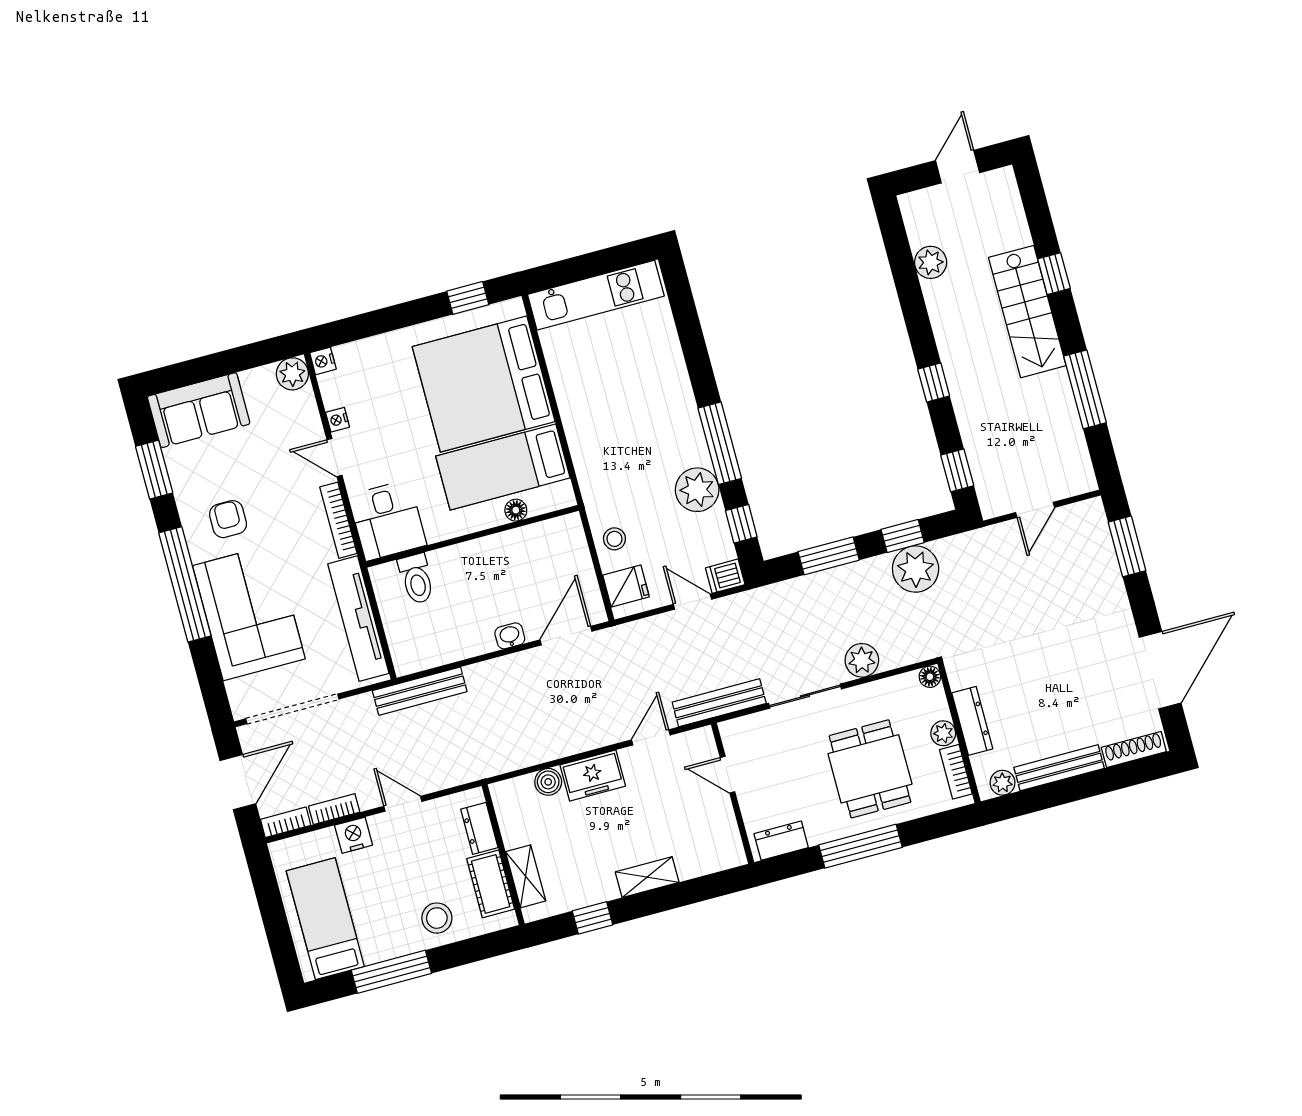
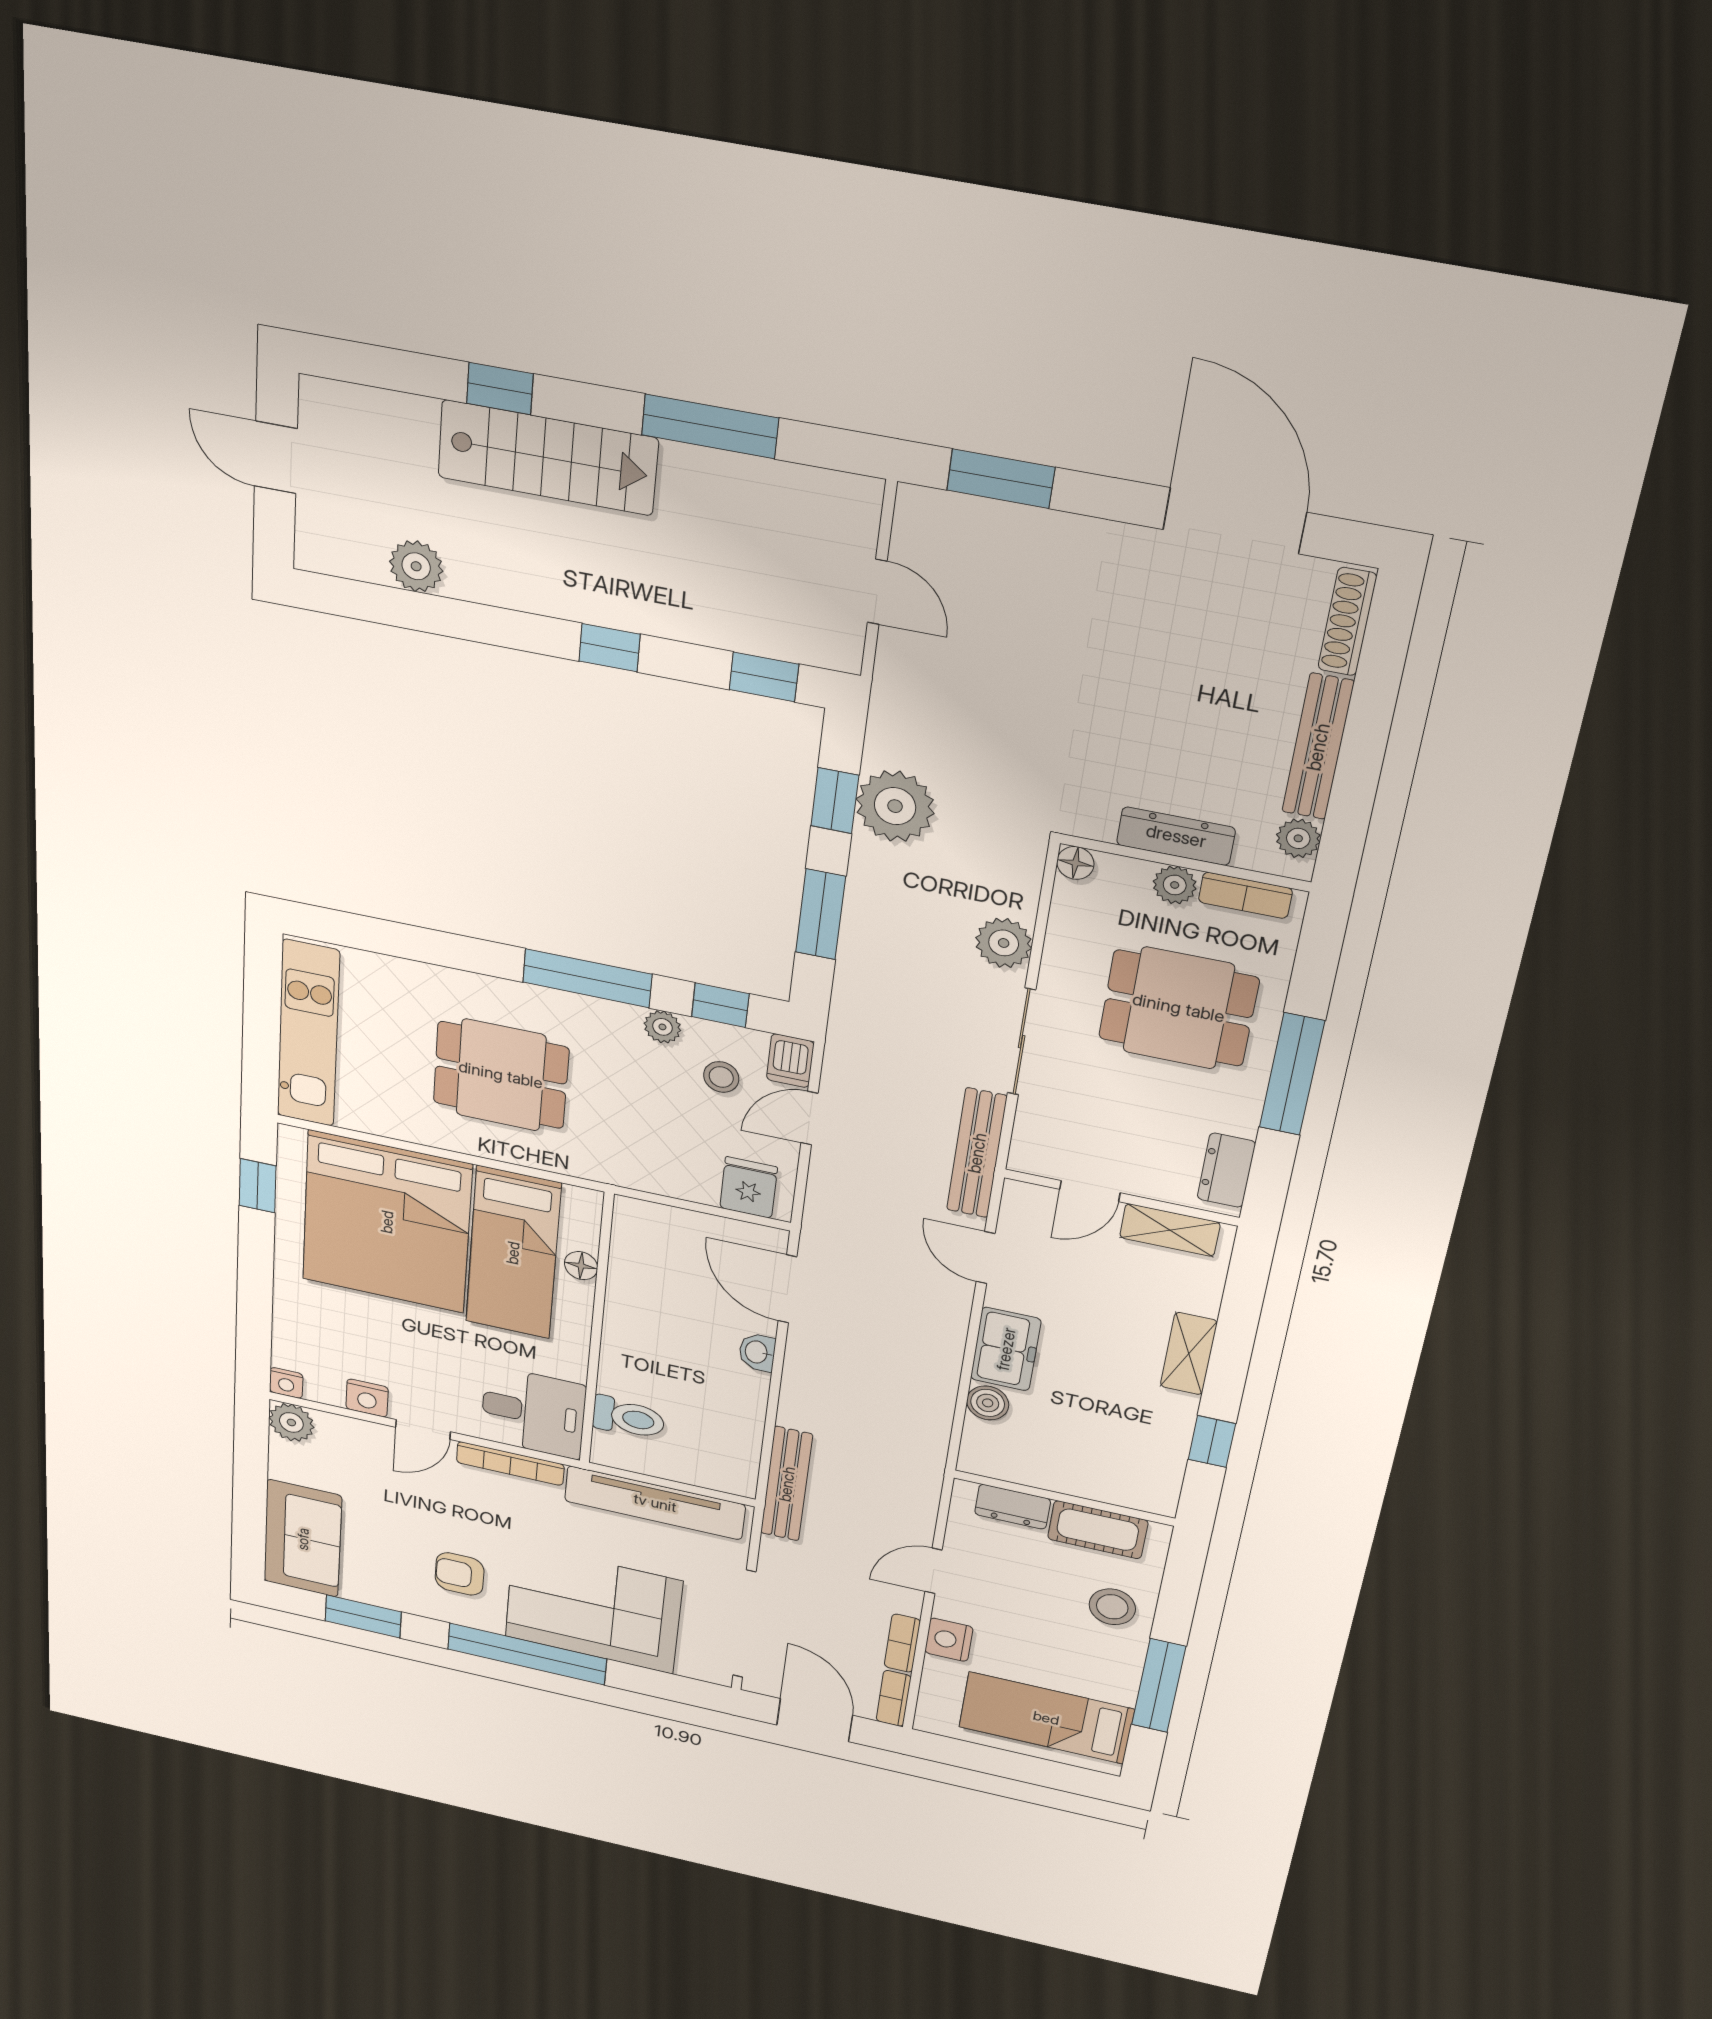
dining table: (627, 417) -> (501, 1075), added
nightstand: (338, 420) -> (367, 1398), width x1.39, depth x1.35
plant: (697, 490) -> (662, 1027), width x0.53, depth x0.53
stool: (614, 539) -> (721, 1077), moved
shelving: (526, 876) -> (1170, 1230), moved

